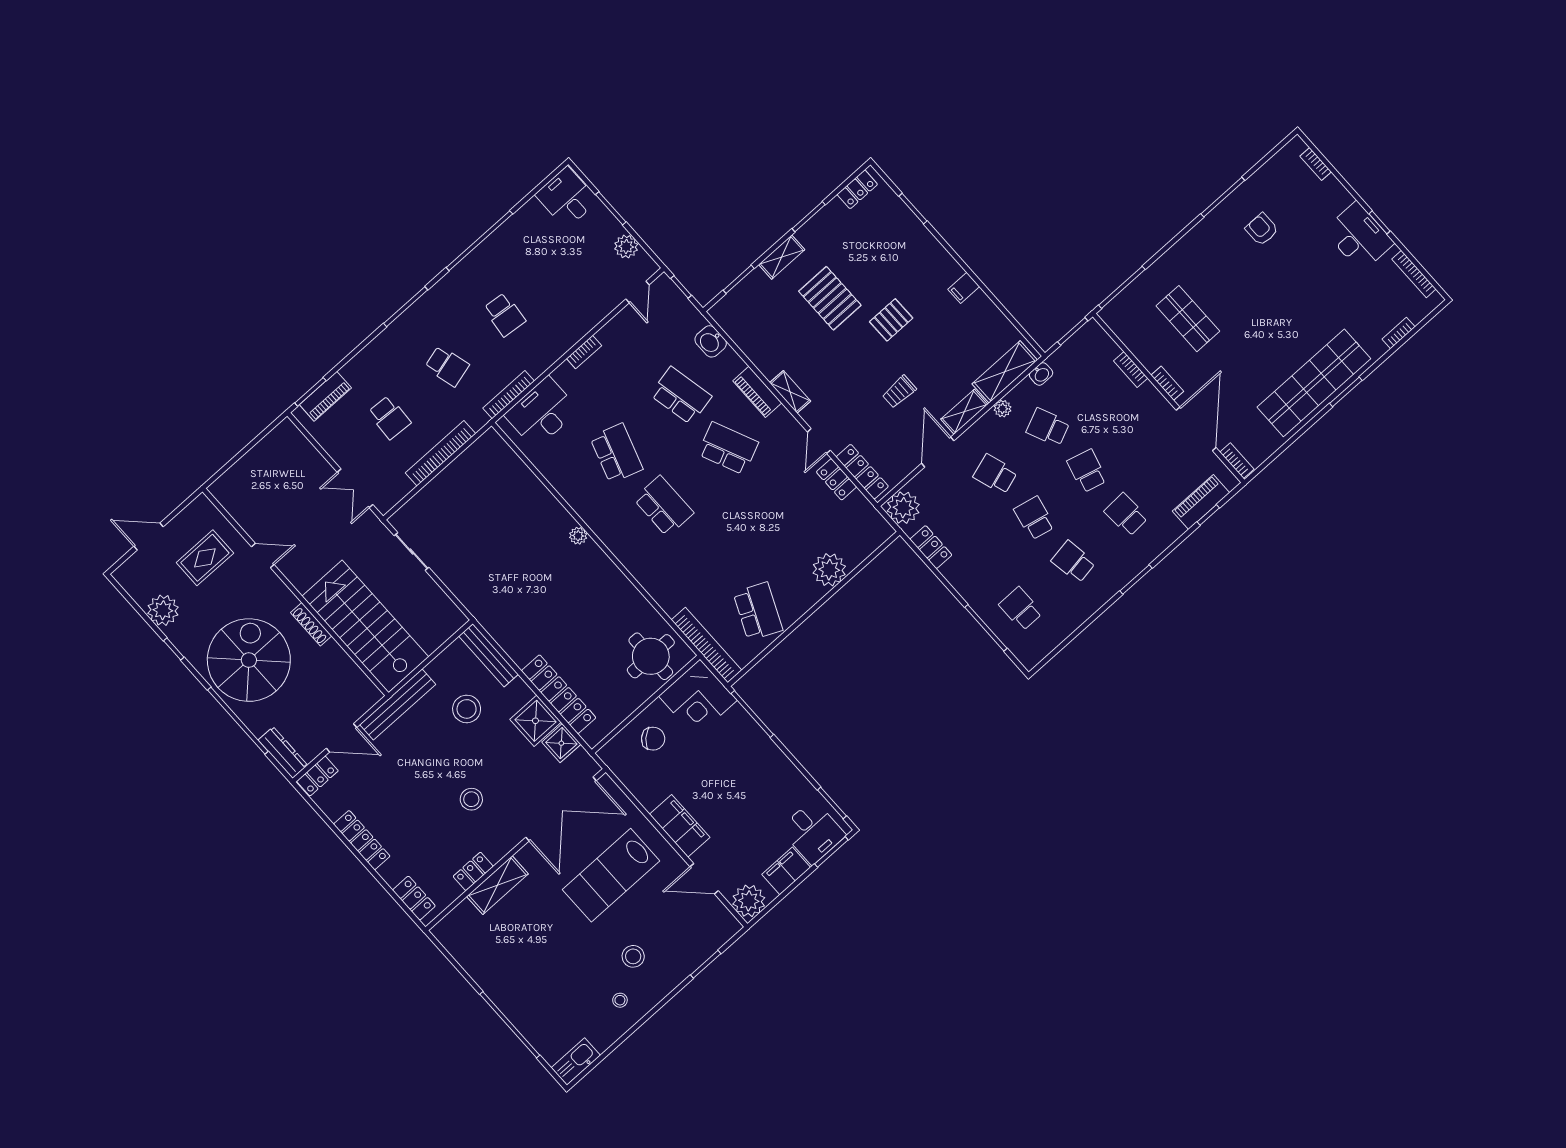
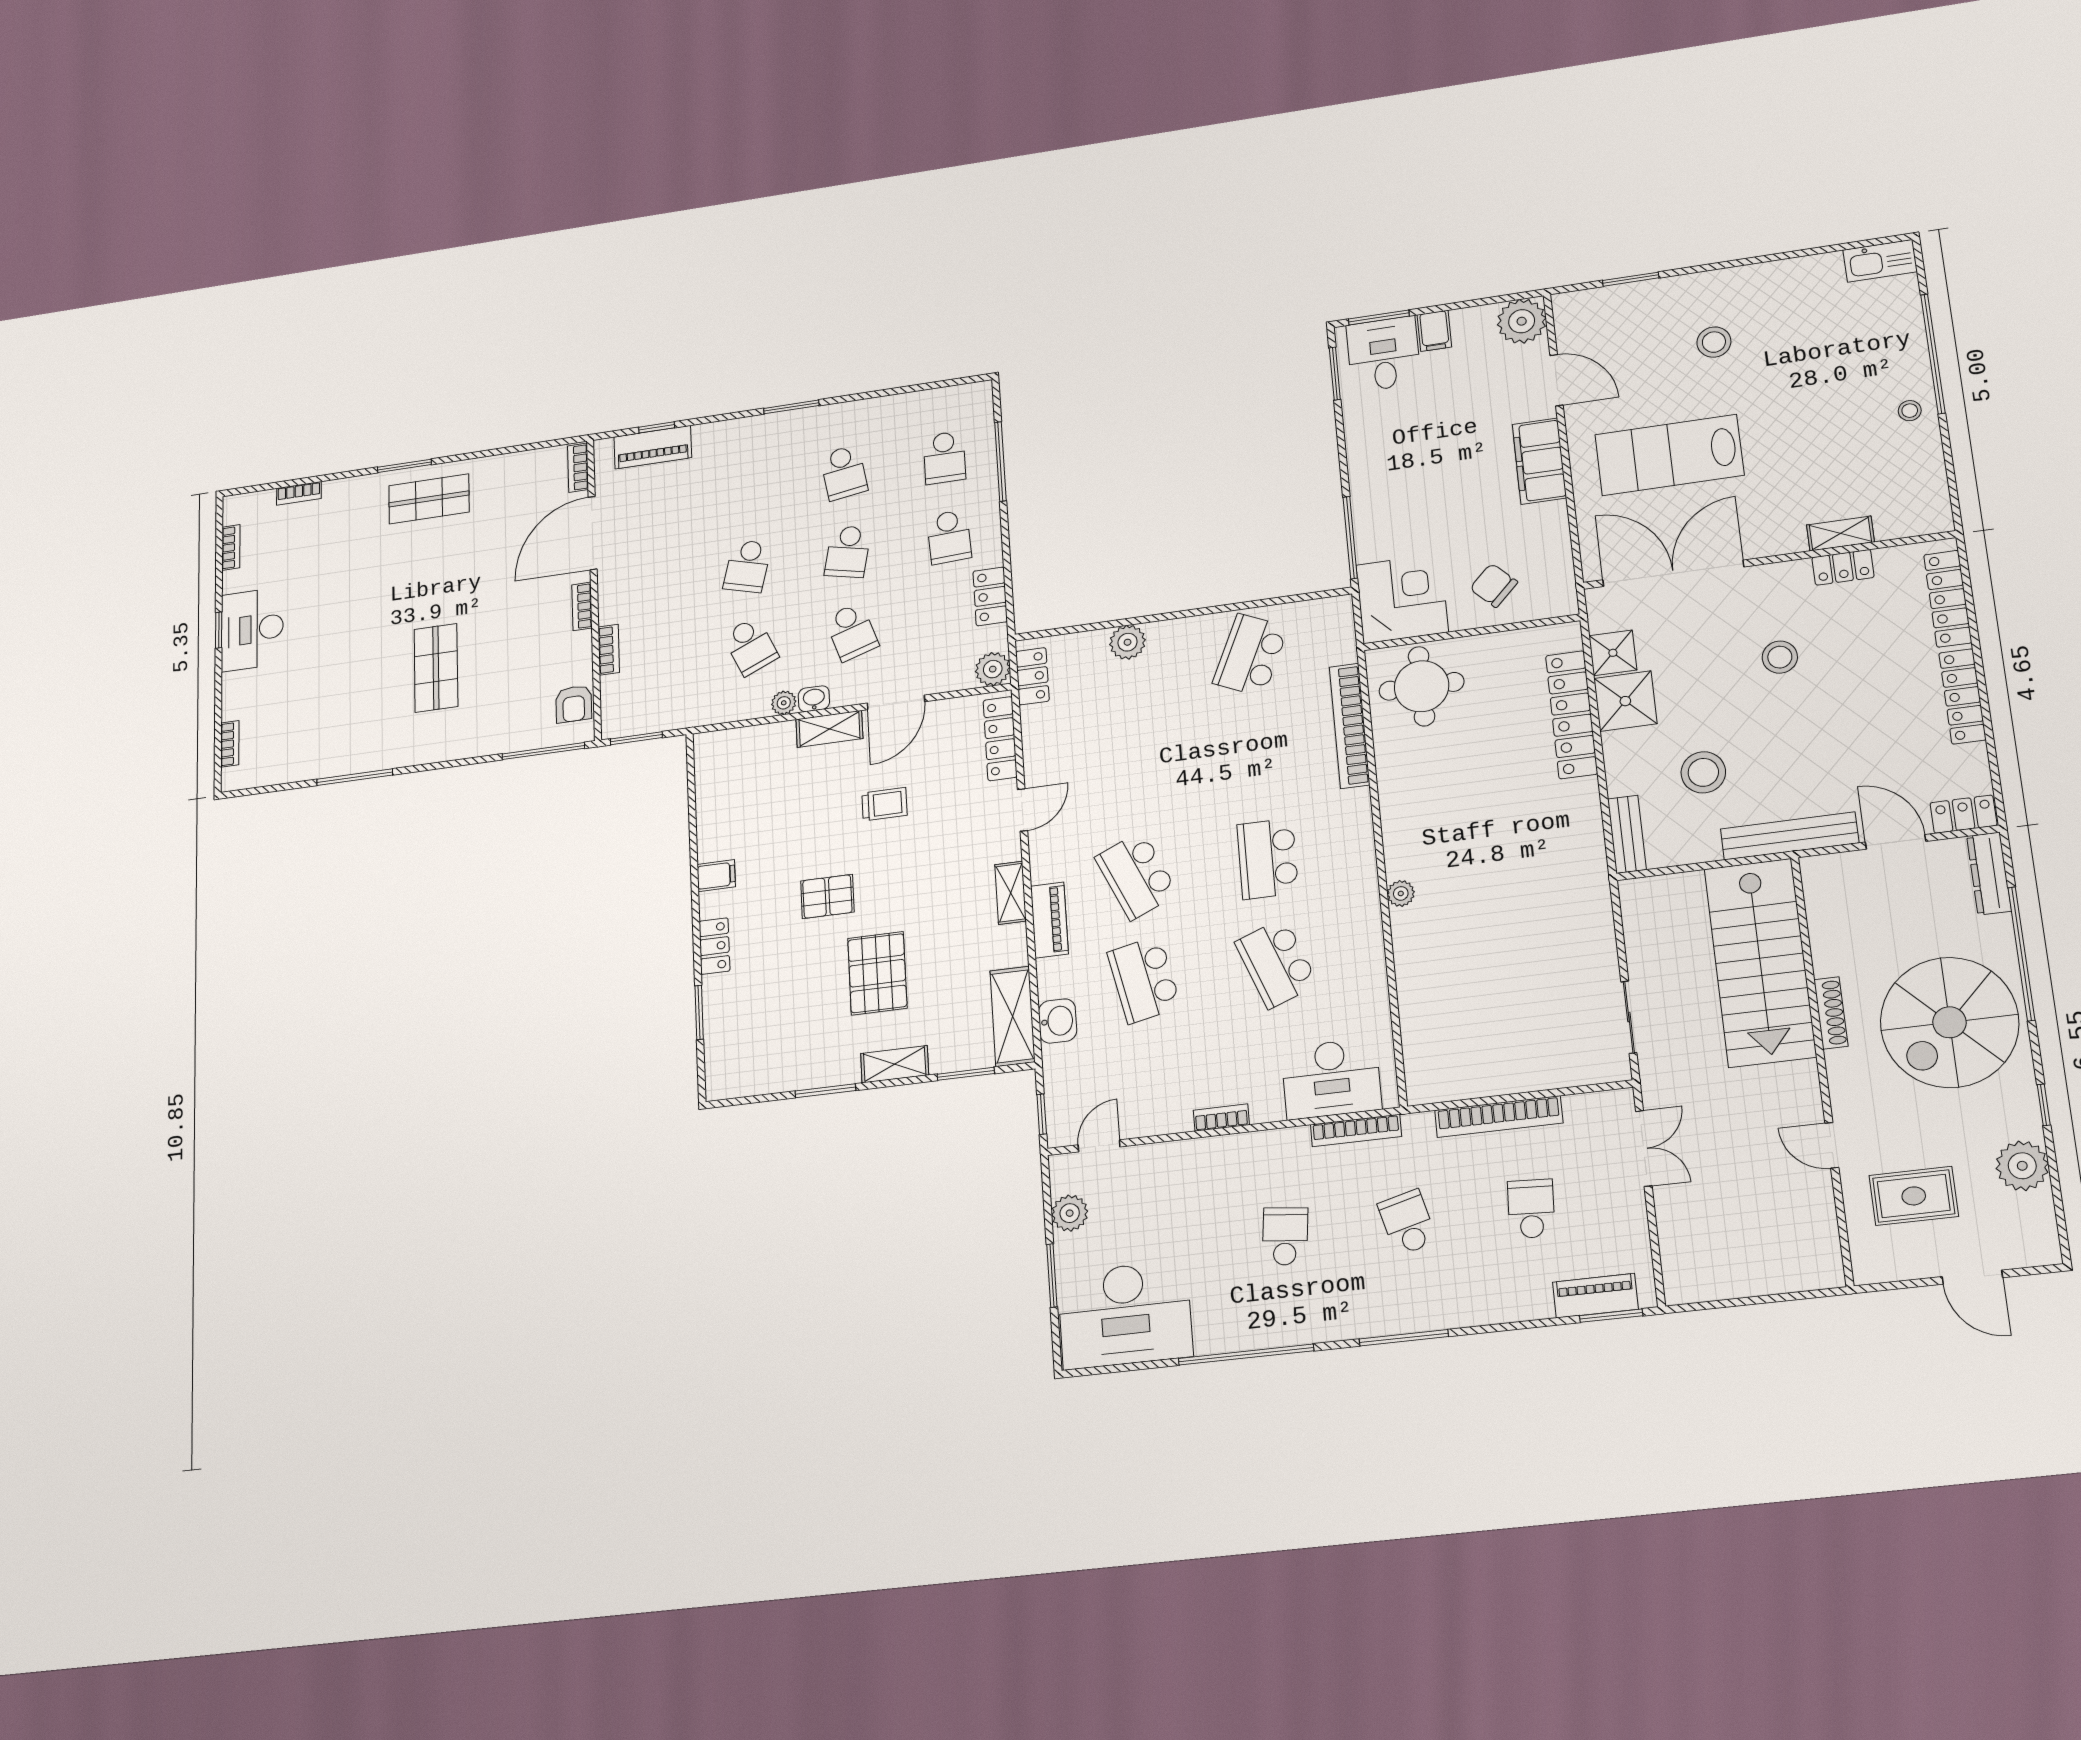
locker: (857, 189) -> (714, 946), moved, turned 90
desk: (567, 198) -> (1125, 1315), width x1.87, depth x1.30
armchair: (1262, 229) -> (574, 704), moved
bookcase: (1414, 274) -> (231, 547), width x0.64
shop shelf: (1188, 319) -> (436, 668), moved
shelving: (1005, 372) -> (1013, 1016), moved, turned 90
washbasin: (1041, 374) -> (814, 699), moved
shop shelf: (1314, 383) -> (429, 499), width x0.50, depth x0.74
school desk: (616, 453) -> (1276, 963), turned -39
locker: (836, 479) -> (1032, 676), moved
plant: (903, 508) -> (993, 669), width x0.73, depth x0.73
school desk: (1126, 515) -> (949, 537), moved
plant: (829, 570) -> (1128, 642), width x0.73, depth x0.73
bookcase: (706, 645) -> (1350, 726), moved
bench: (489, 655) -> (1627, 834), width x0.73
filing cabinet: (786, 871) -> (1434, 331), width x0.50
lab bench: (611, 875) -> (1669, 455), turned 180
shelving: (497, 885) -> (1840, 534), width x0.67, depth x0.75
locker: (414, 898) -> (1948, 599), width x1.53
stool: (620, 1000) -> (1910, 411), moved

